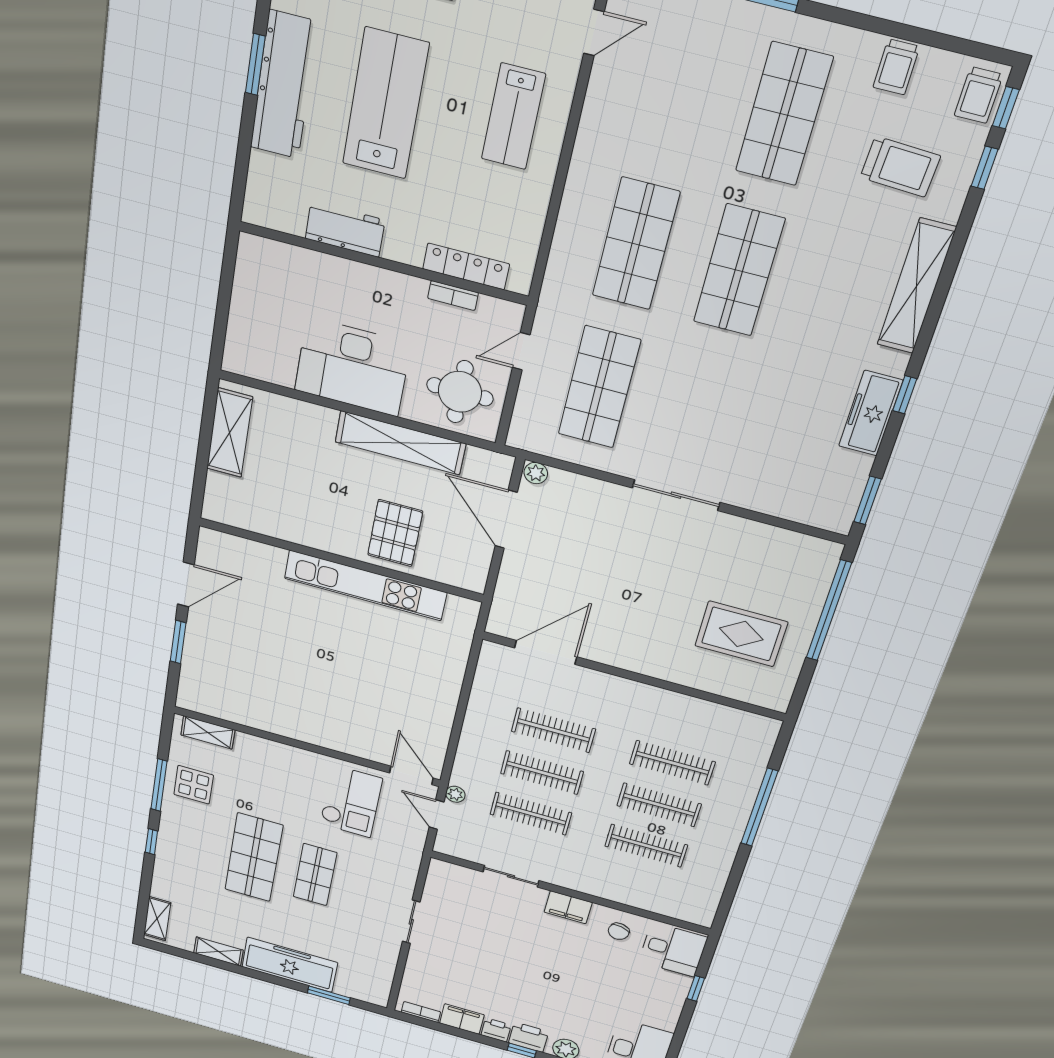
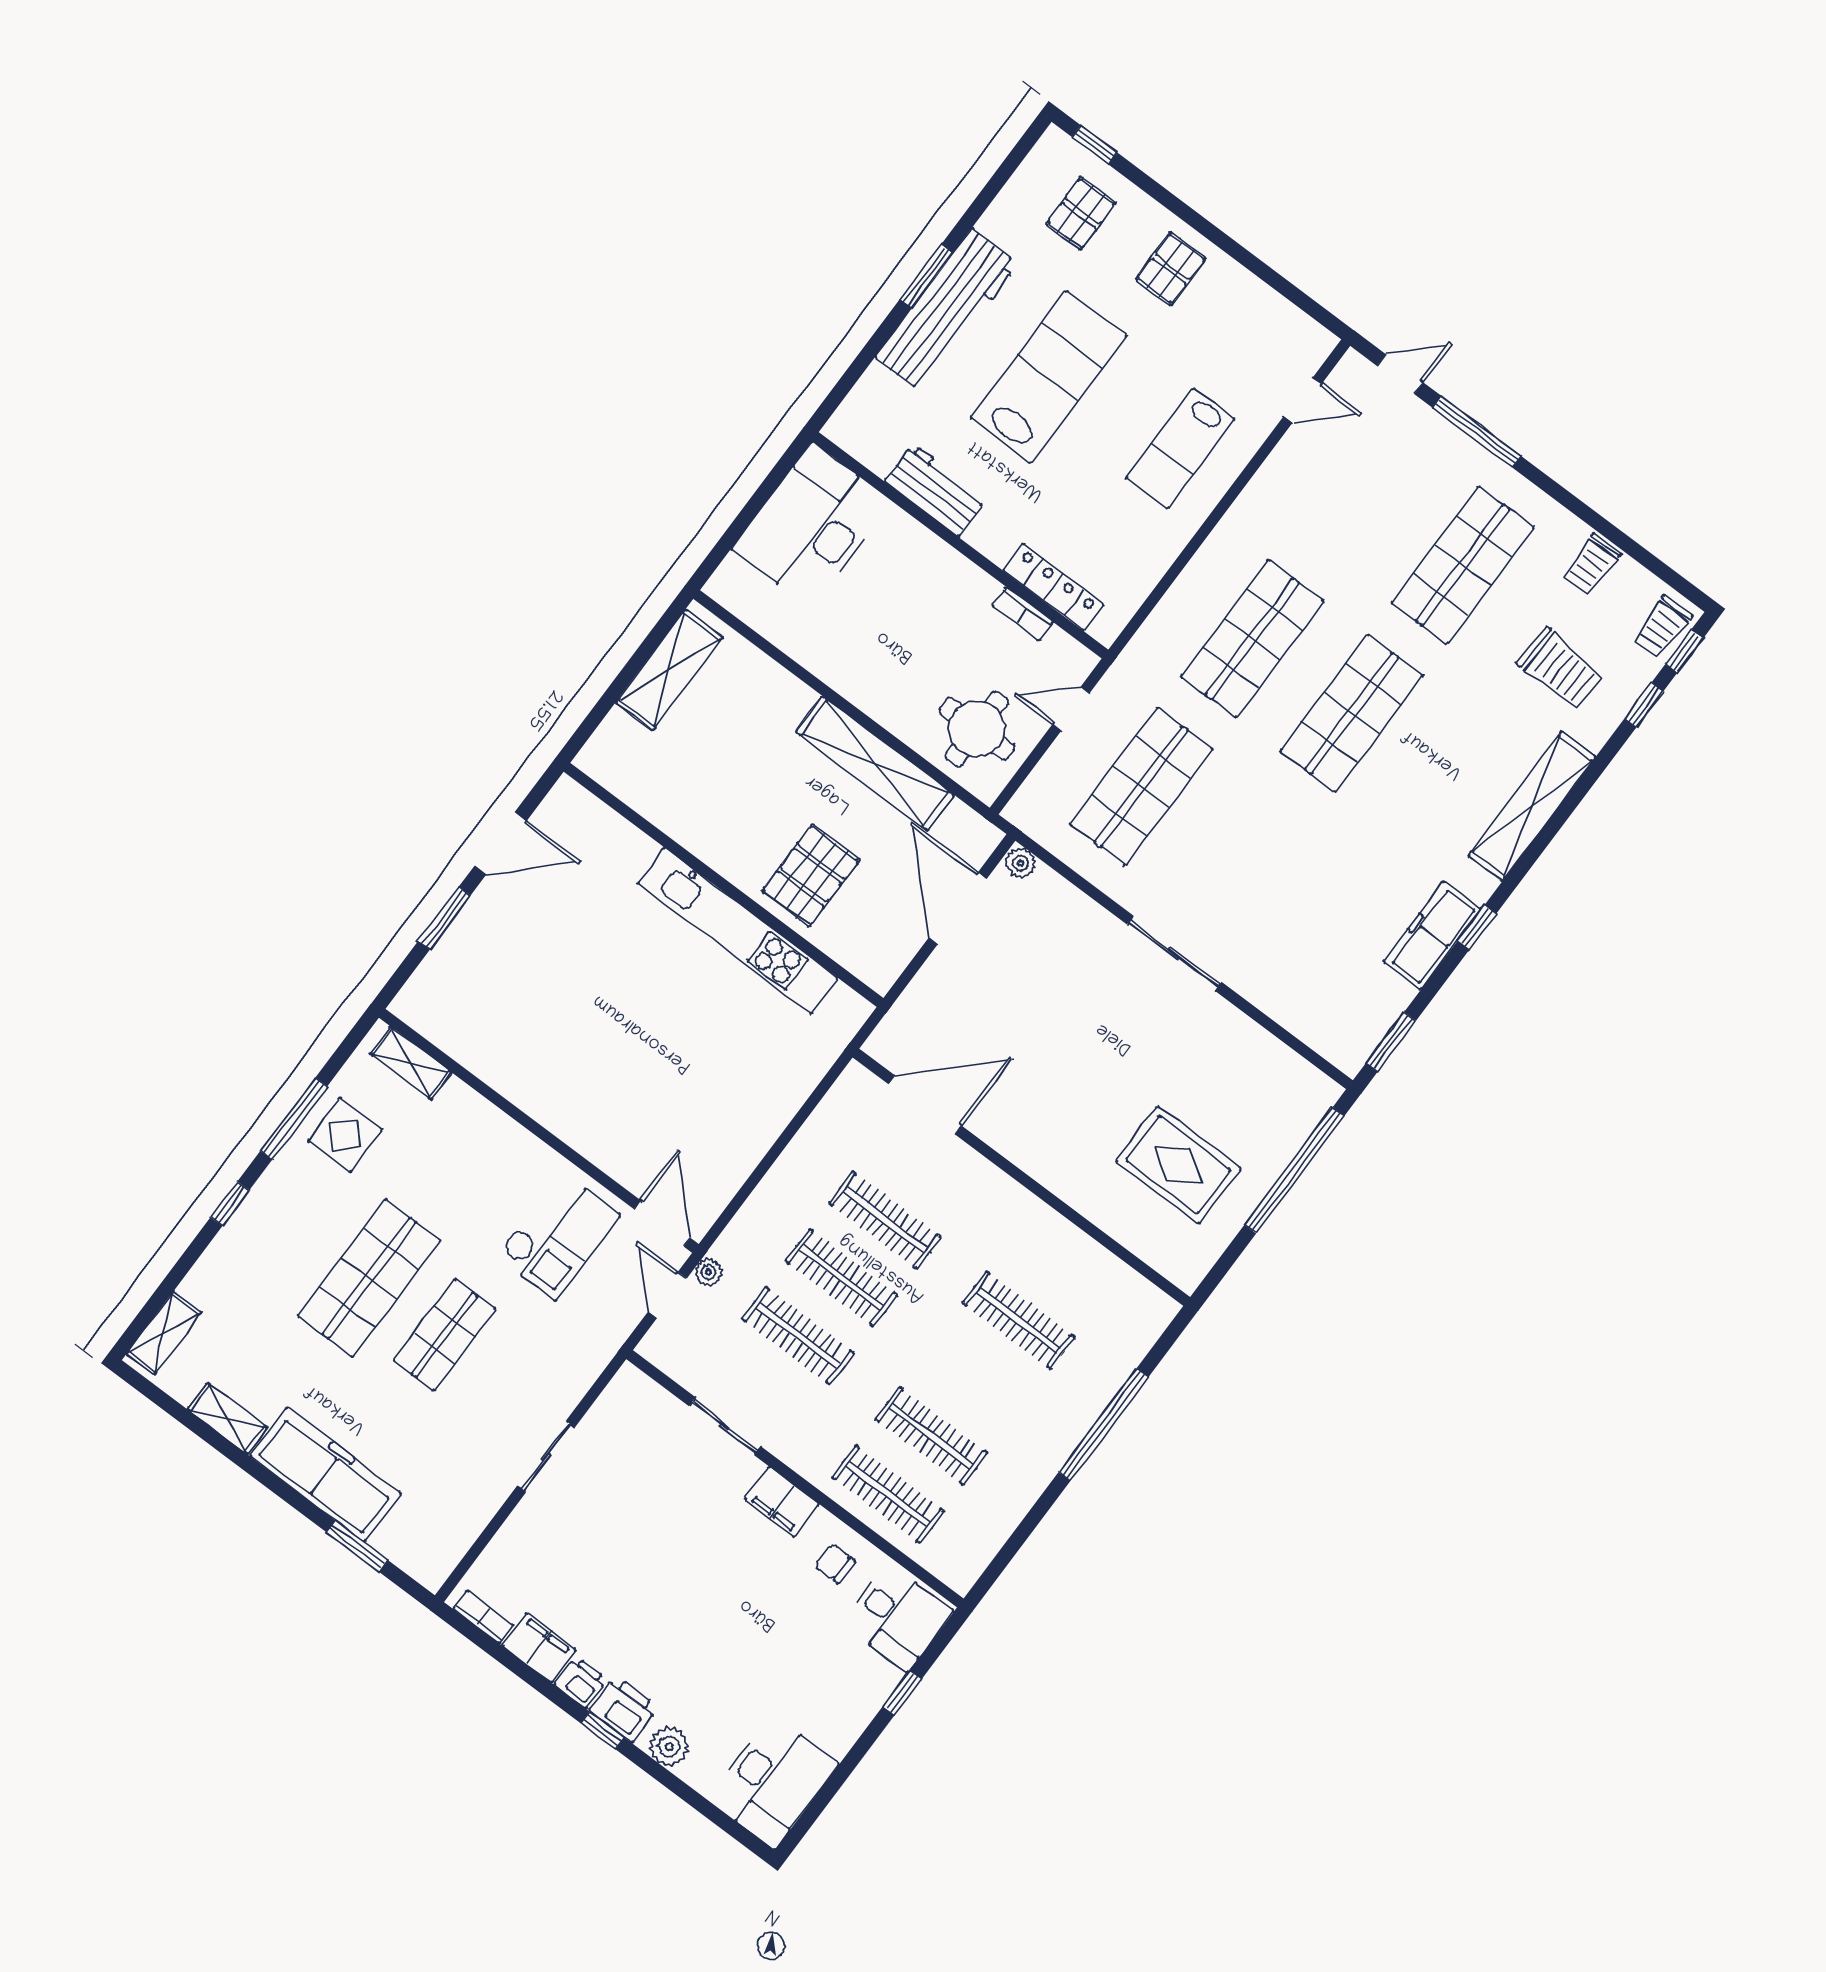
desk: (353, 367) -> (812, 525), moved, turned 90
clothes rail: (659, 805) -> (888, 1494), moved
chair: (619, 931) -> (835, 1564), turned 78

